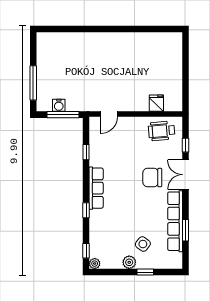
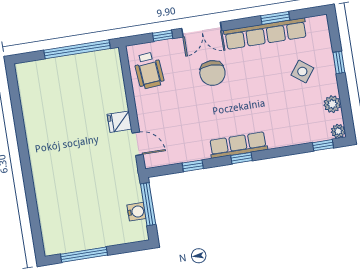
window: (186, 80) -> (77, 49), added
window: (33, 83) -> (84, 255), moved
fridge: (156, 103) -> (120, 122), moved
window: (86, 210) -> (242, 158), moved
plant: (129, 262) -> (332, 104), moved

